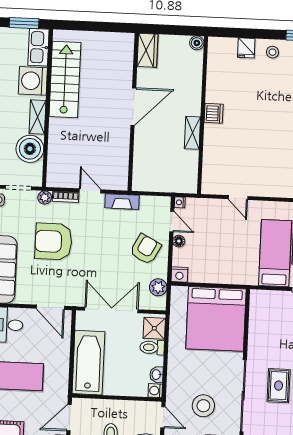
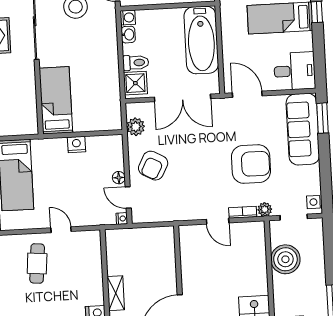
shelving: (37, 117) -> (281, 294), removed
cafe table: (264, 168) -> (37, 263), added
fireplace: (122, 202) -> (183, 213), removed
nightstand: (179, 275) -> (76, 144), moved
bed: (216, 319) -> (56, 100), width x0.49

